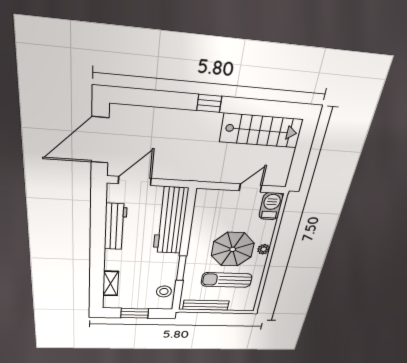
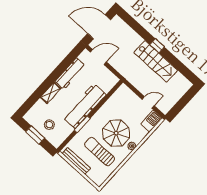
stairs: (261, 131) -> (156, 61), moved
workbench: (170, 221) -> (84, 106), moved
shelving: (111, 284) -> (51, 93), moved
stool: (164, 291) -> (49, 125), moved

